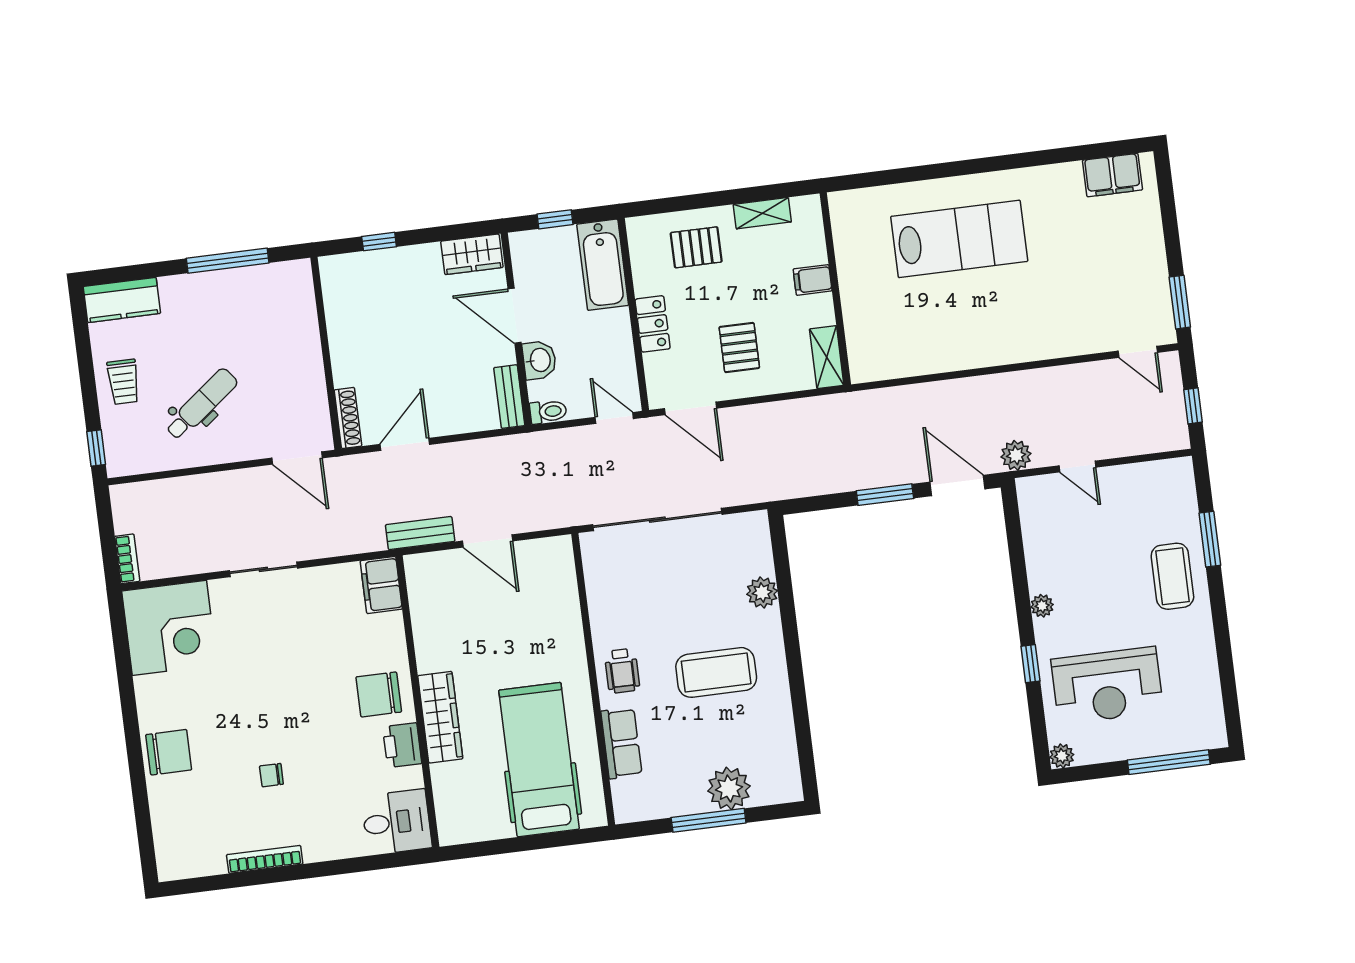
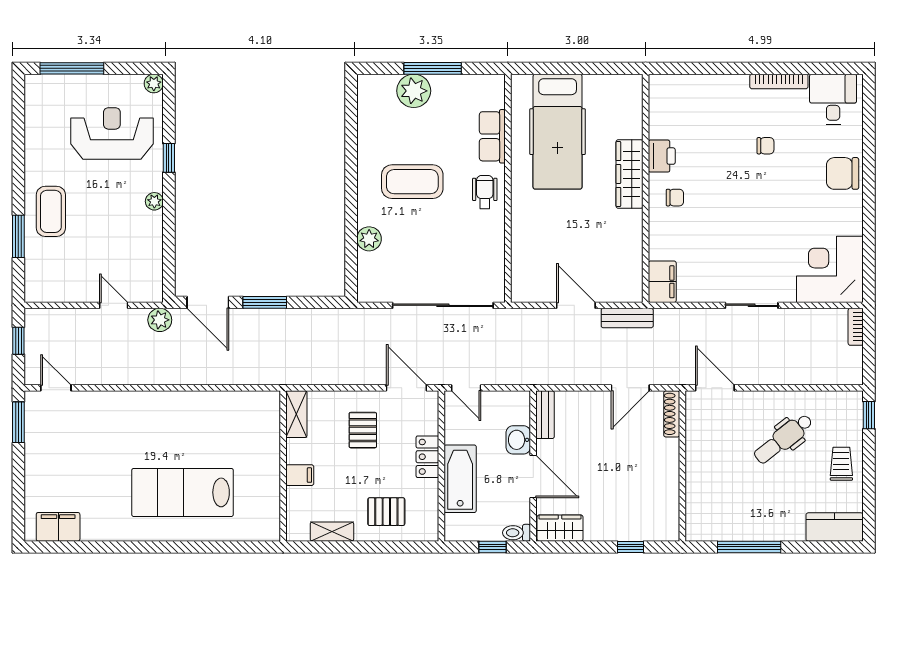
bathtub: (603, 265) -> (460, 479), moved
toilet: (548, 412) -> (517, 533), moved
chair: (379, 694) -> (675, 198), width x0.54, depth x0.54
desk: (397, 822) -> (833, 99), moved, turned 90

